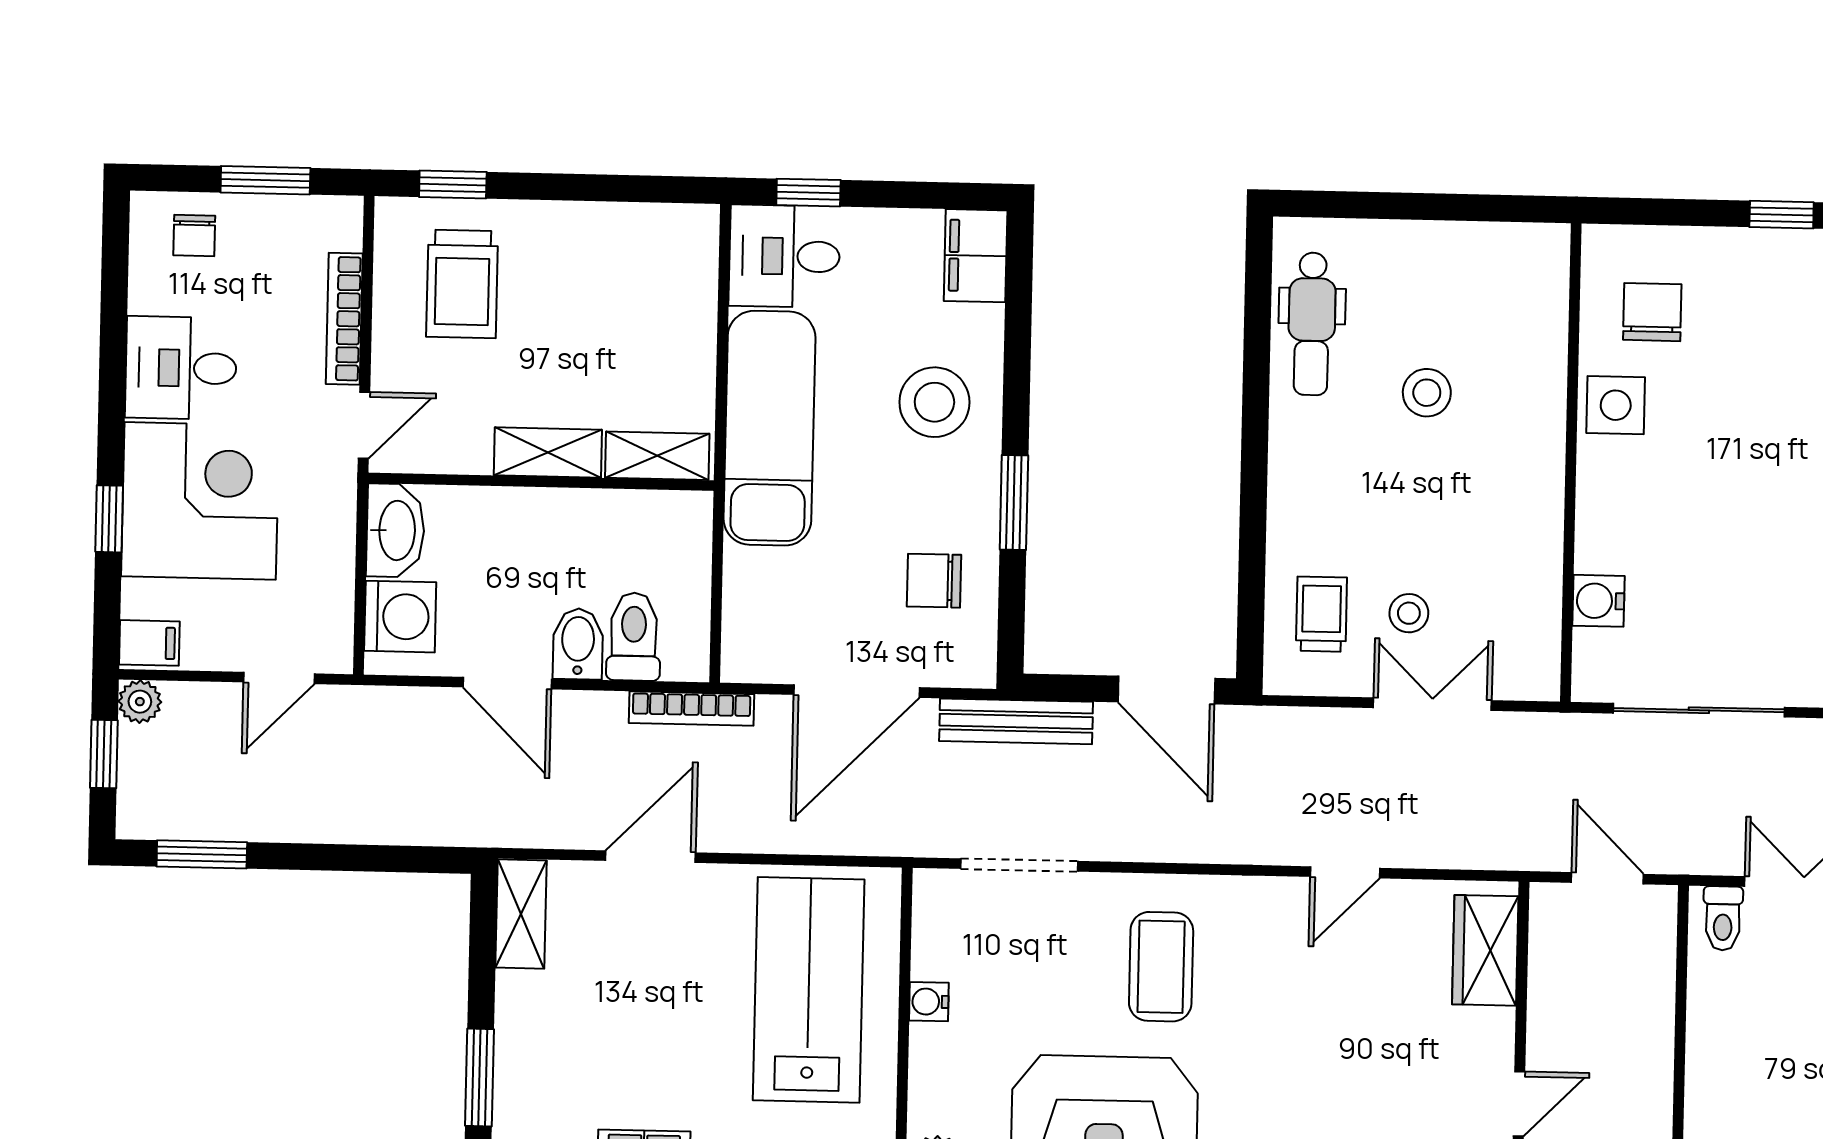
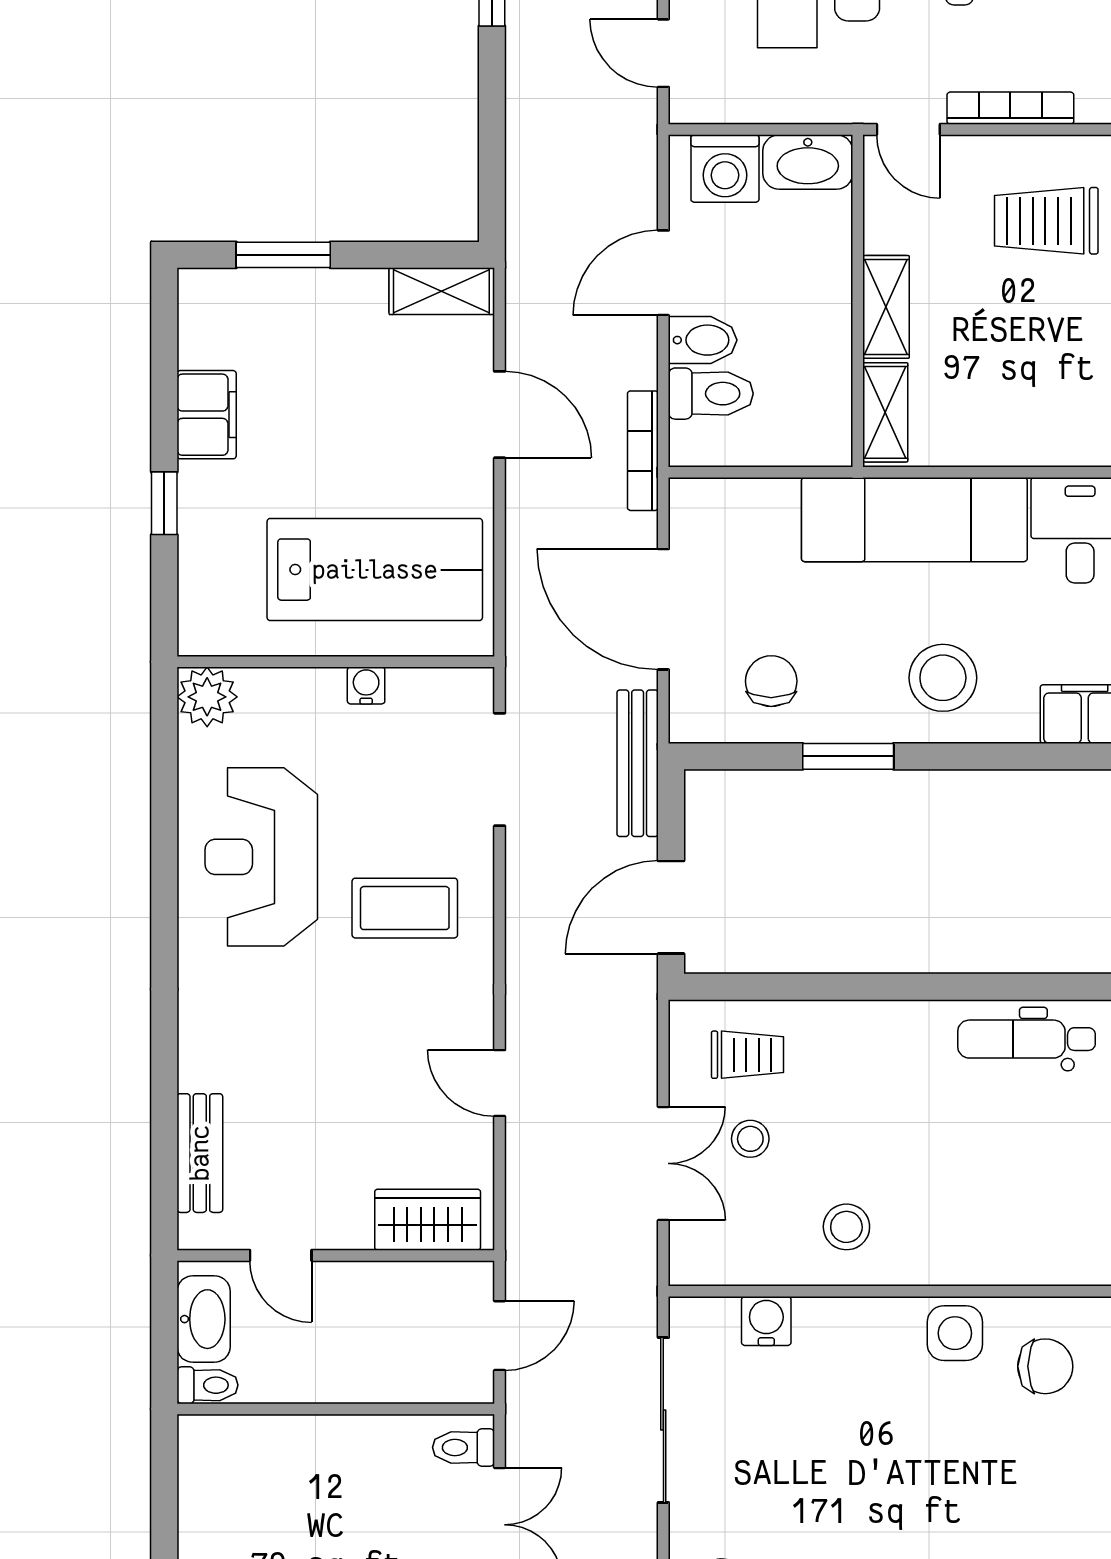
stool: (1427, 393) -> (846, 1227), moved

